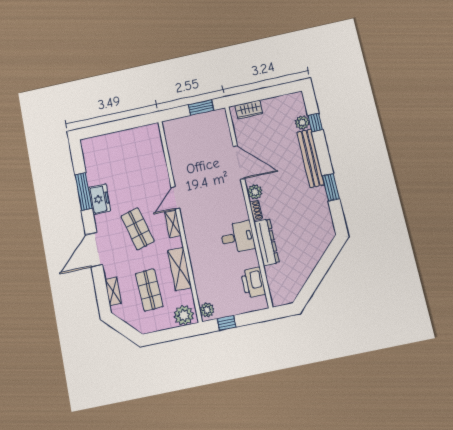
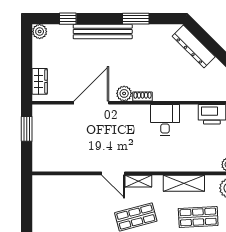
plant: (302, 123) -> (40, 32), moved
dresser: (266, 242) -> (194, 47), moved, turned -135

